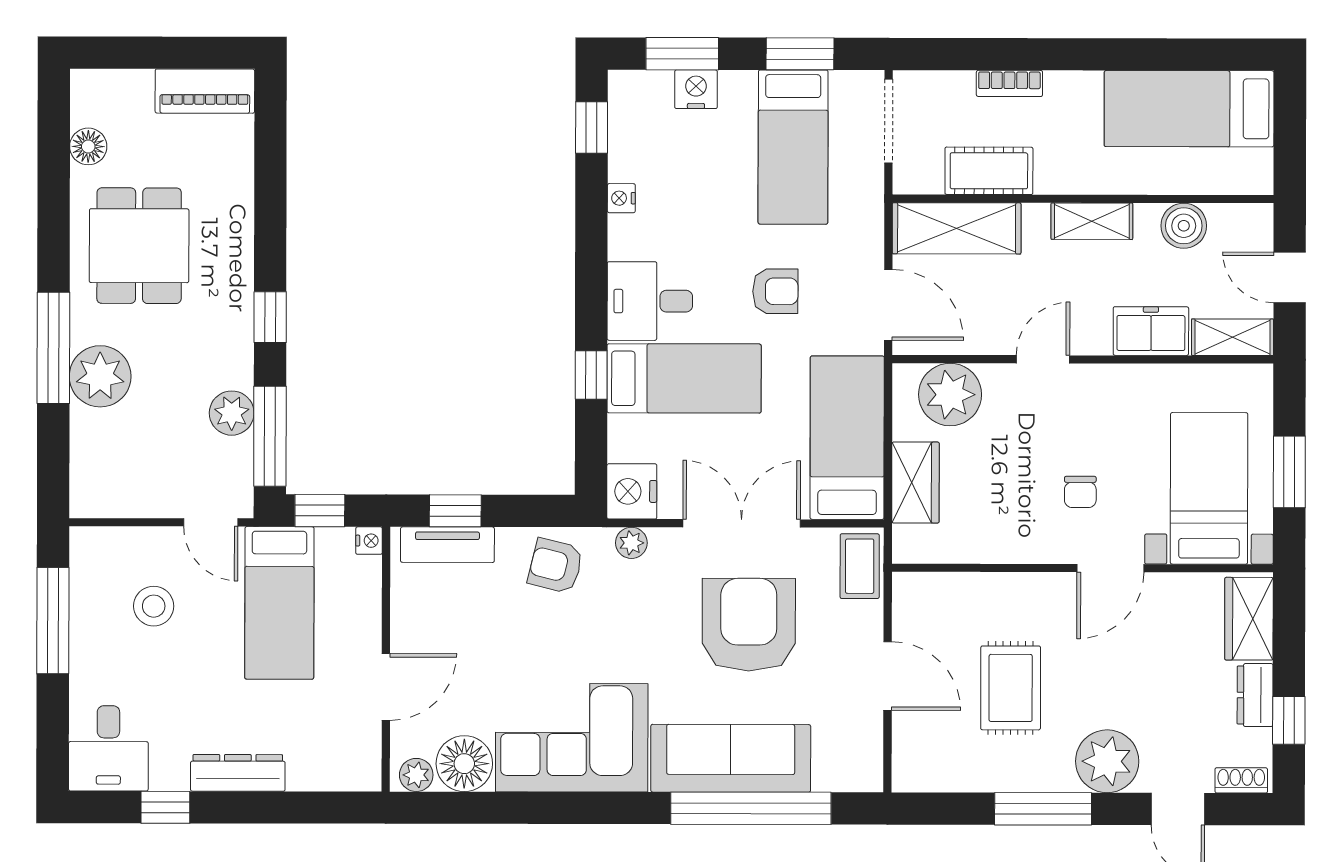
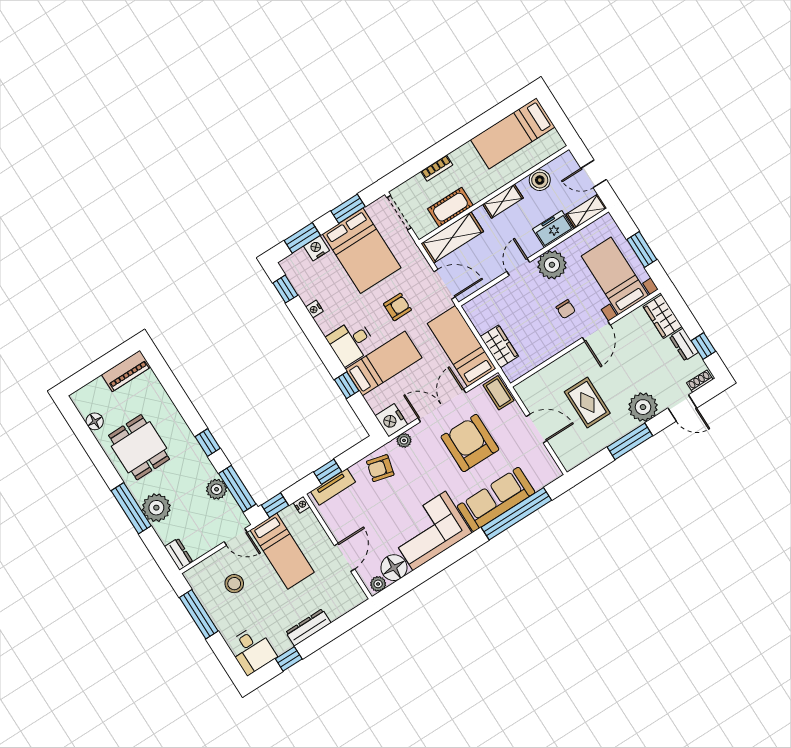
bed: (793, 147) -> (362, 251), width x1.50
plant: (950, 395) -> (552, 265), moved
dresser: (86, 487) -> (179, 554), added

